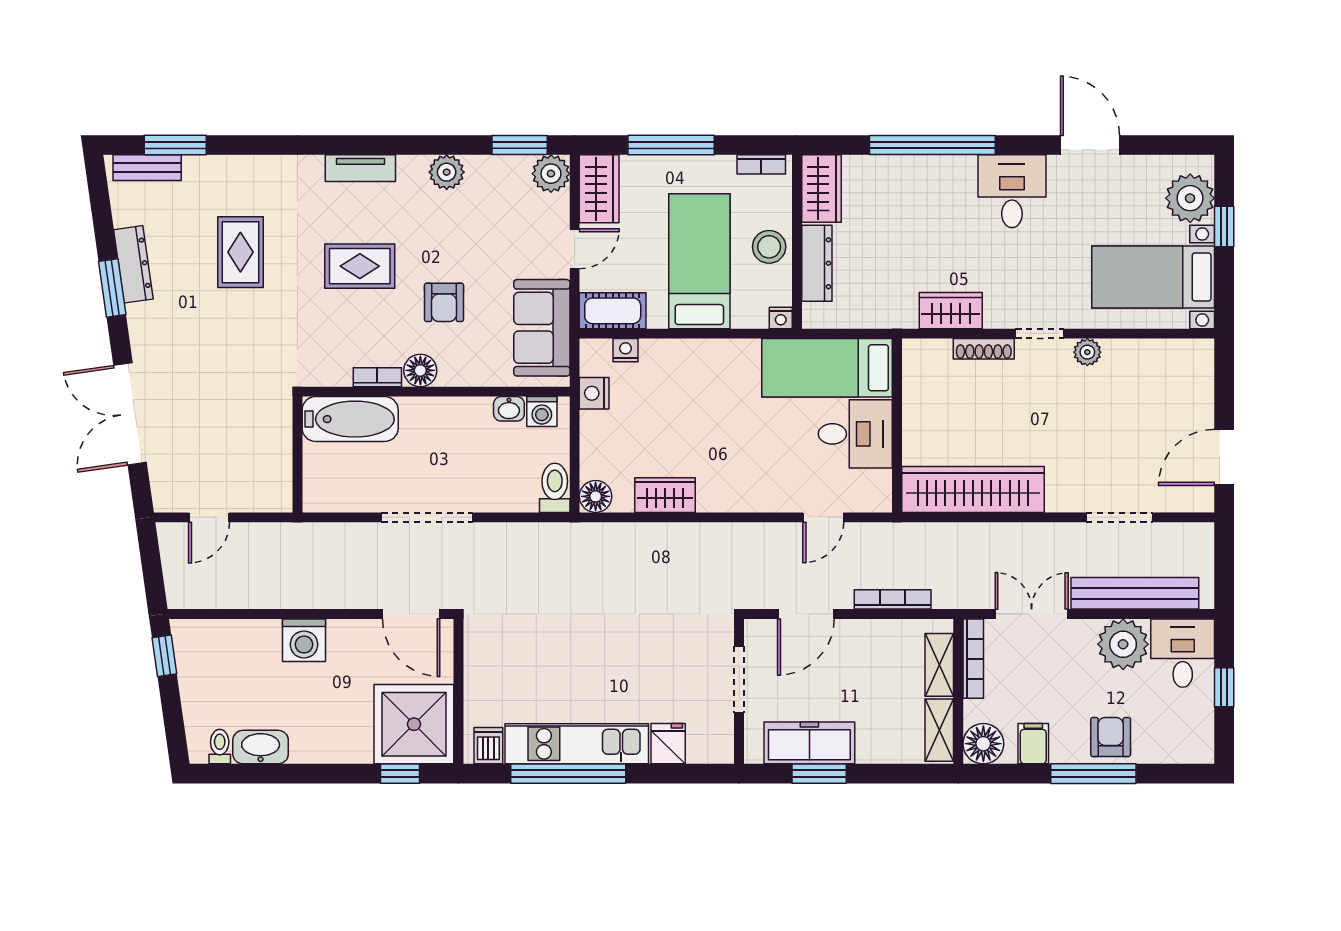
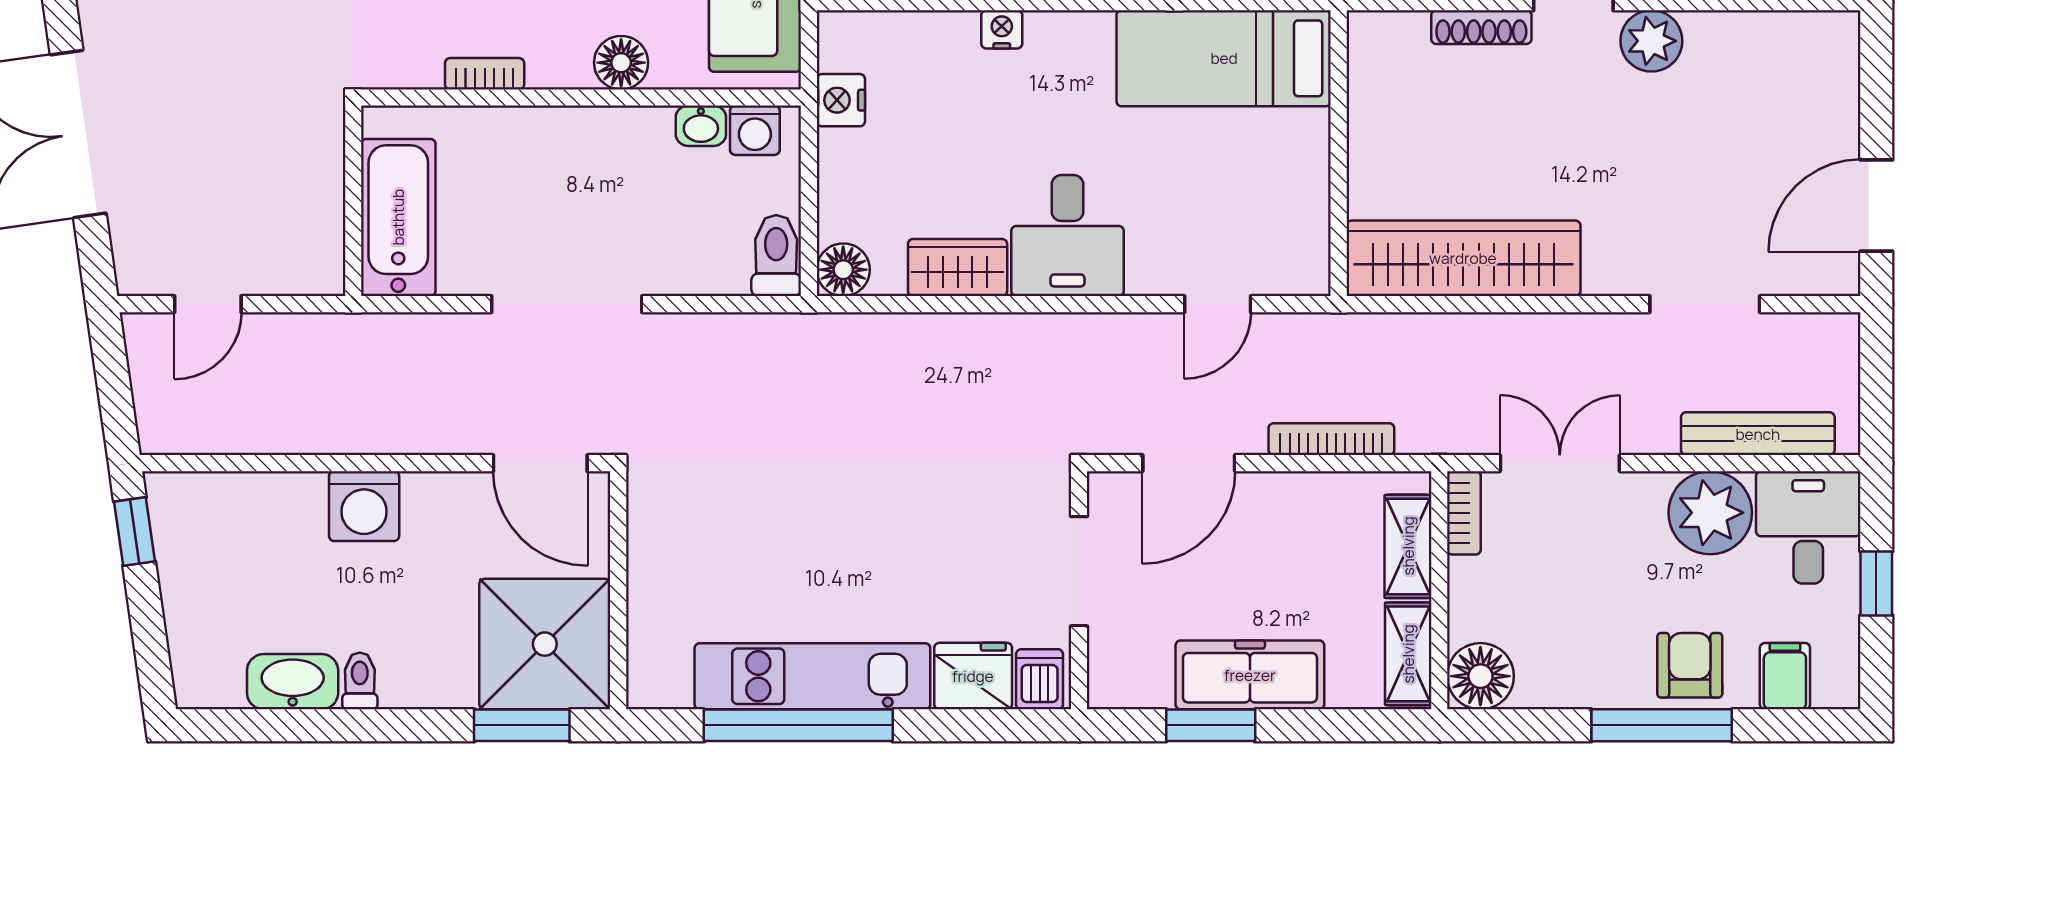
nightstand: (626, 350) -> (1002, 29), moved
plant: (1087, 352) -> (1651, 41), width x1.38, depth x1.38
floor lamp: (420, 370) -> (621, 63), moved
bathtub: (350, 419) -> (398, 217), moved, turned -90
desk: (855, 434) -> (1067, 236), moved, turned 90
bench: (1135, 593) -> (1758, 434), width x0.73, depth x0.82
bookcase: (973, 659) -> (1464, 513), width x0.64
freezer: (809, 743) -> (1250, 675), moved
fridge: (668, 744) -> (973, 676), width x1.38
filing cabinet: (1033, 744) -> (1785, 676), moved
dishwasher: (488, 746) -> (1040, 679), moved
toilet: (220, 747) -> (360, 681), moved
window: (400, 774) -> (522, 725), width x1.50

